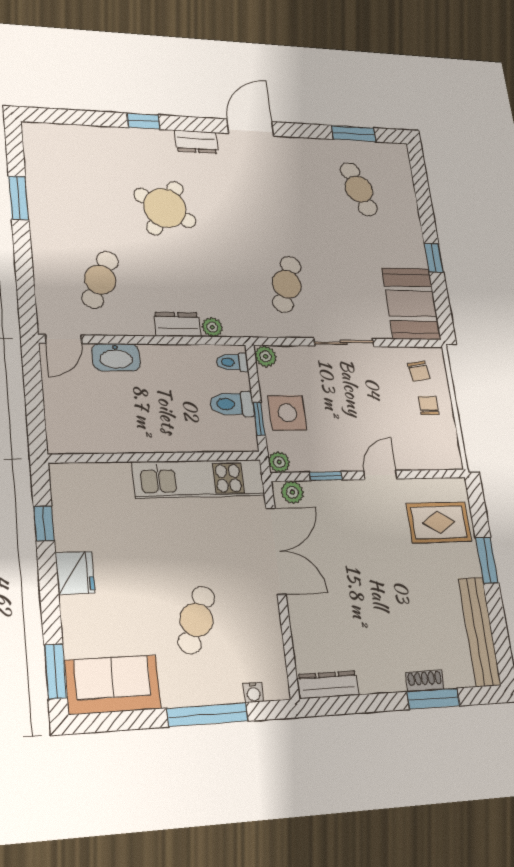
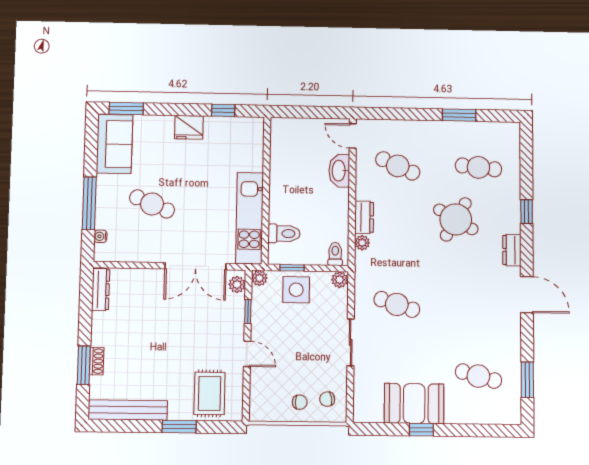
cafe table: (90, 177) -> (478, 167), added
cafe table: (359, 189) -> (478, 376), turned 33
booth: (411, 304) -> (414, 404), moved
toilet: (232, 404) -> (284, 234), moved, turned 90

